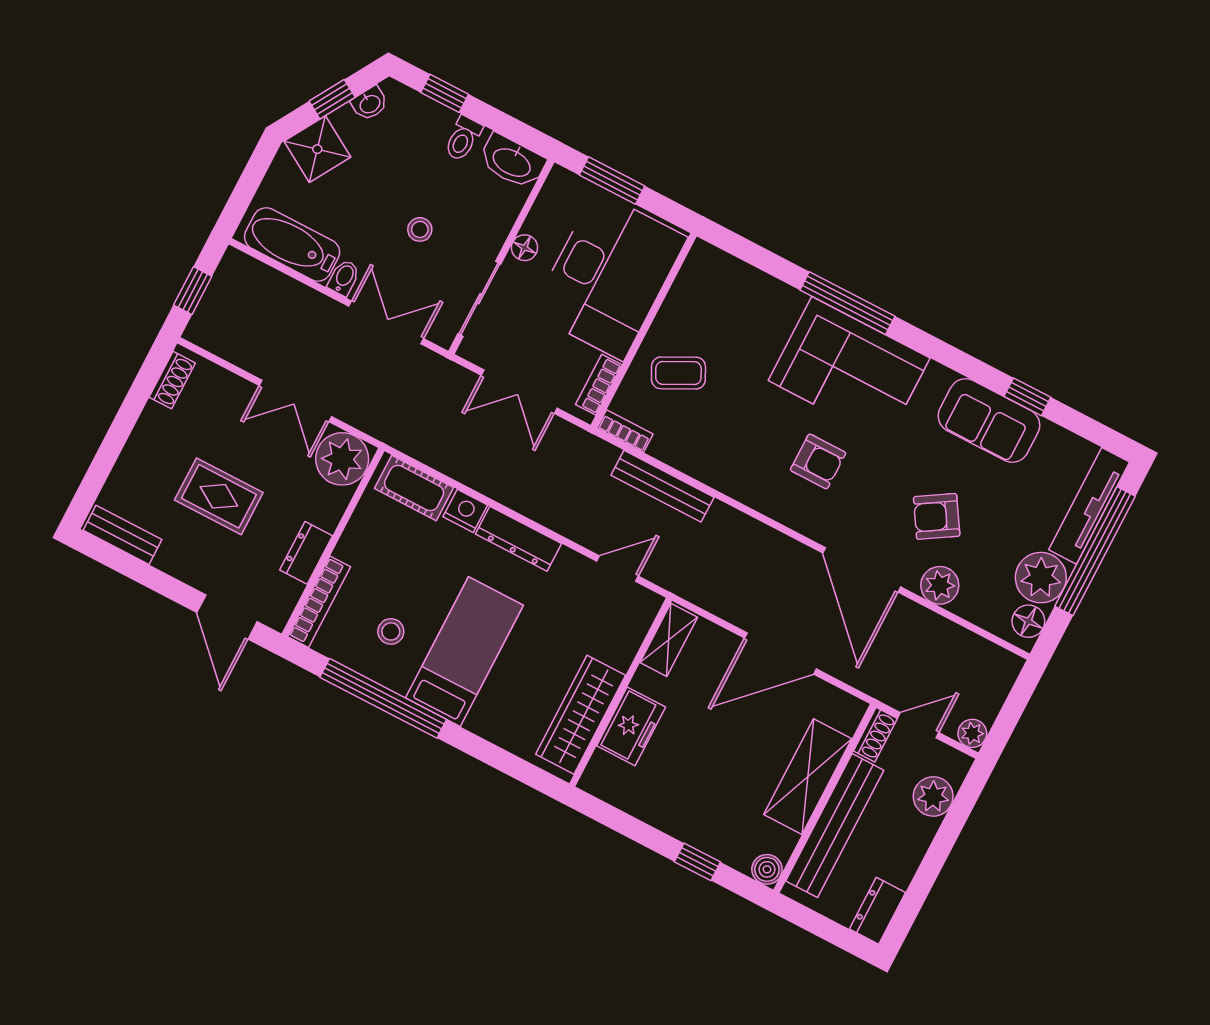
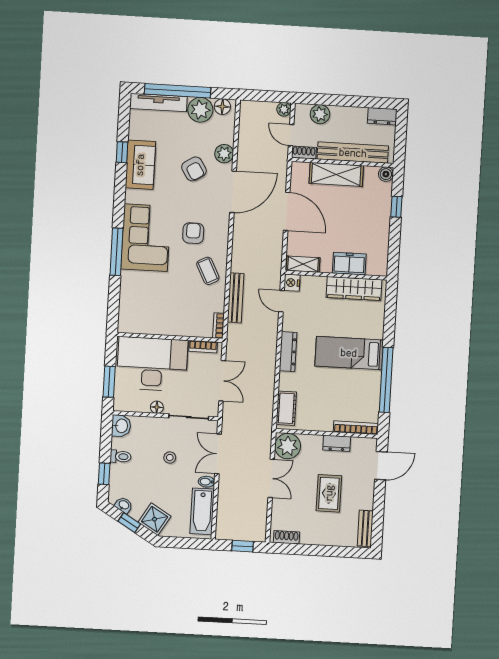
washbasin: (512, 162) -> (121, 426), width x0.72
coffee table: (678, 373) -> (208, 271), moved
nightstand: (465, 511) -> (292, 283), moved
stool: (391, 631) -> (355, 390), removed

